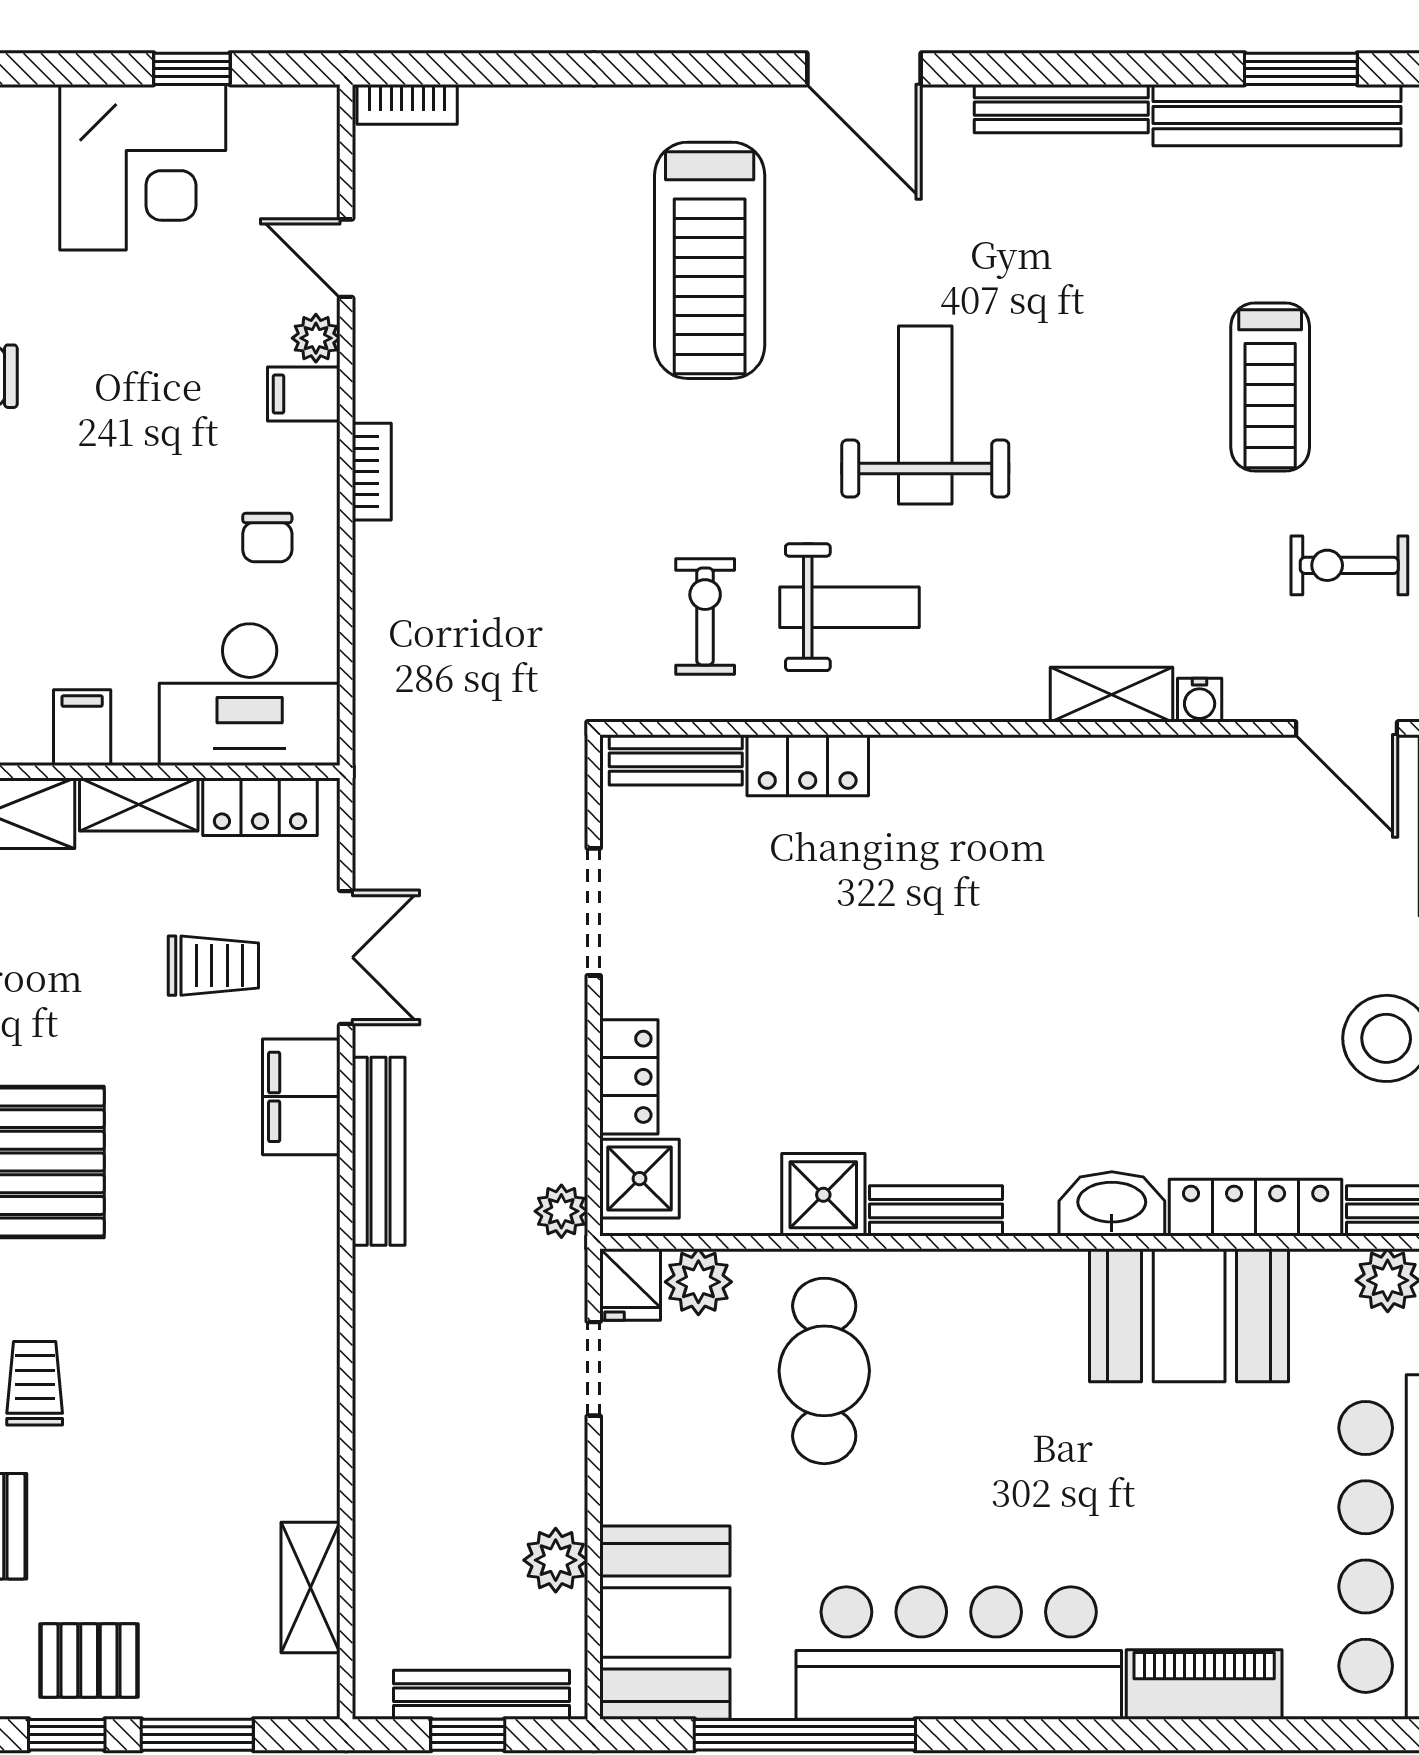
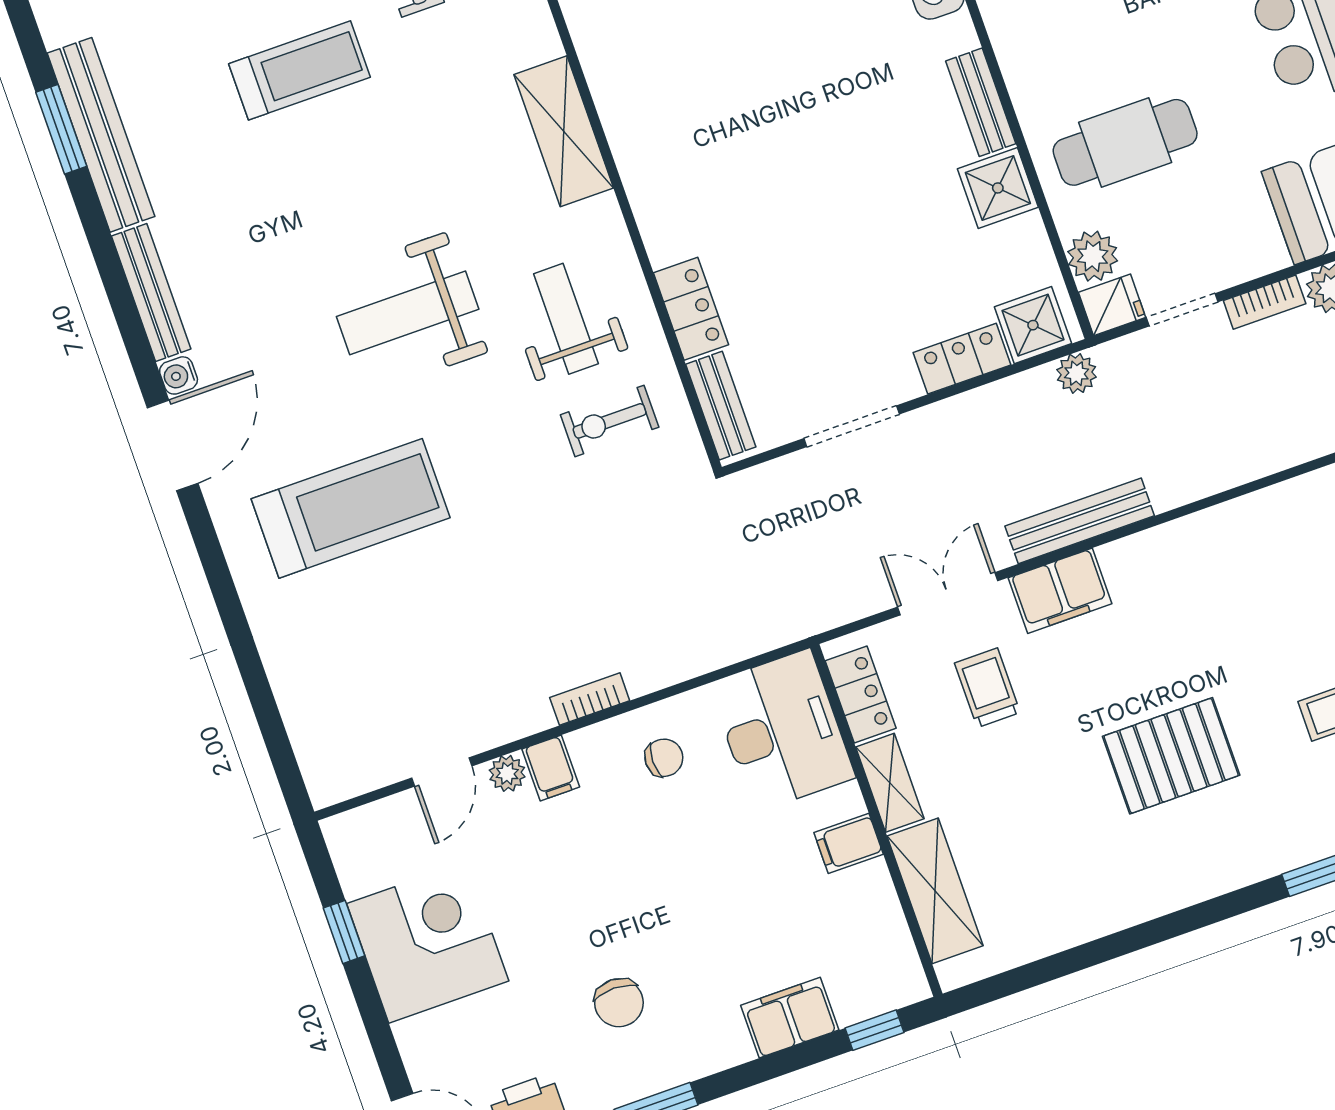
bookcase: (407, 104) -> (1265, 302), moved, turned 90
shelving: (1112, 695) -> (564, 131), width x1.50, depth x1.33
water cooler: (1200, 700) -> (179, 375), moved, turned 180

